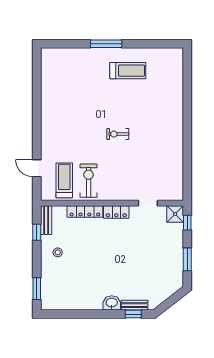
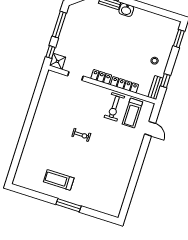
window: (187, 259) -> (59, 25), width x1.44

